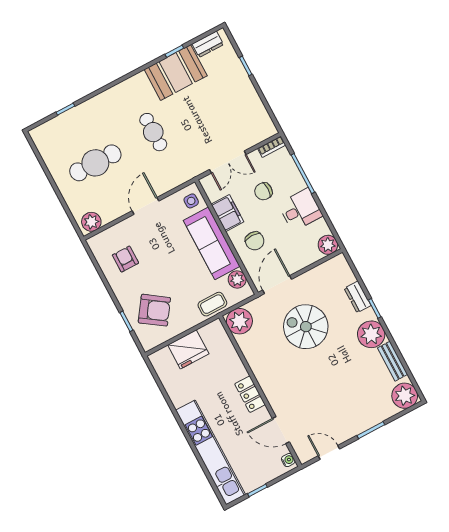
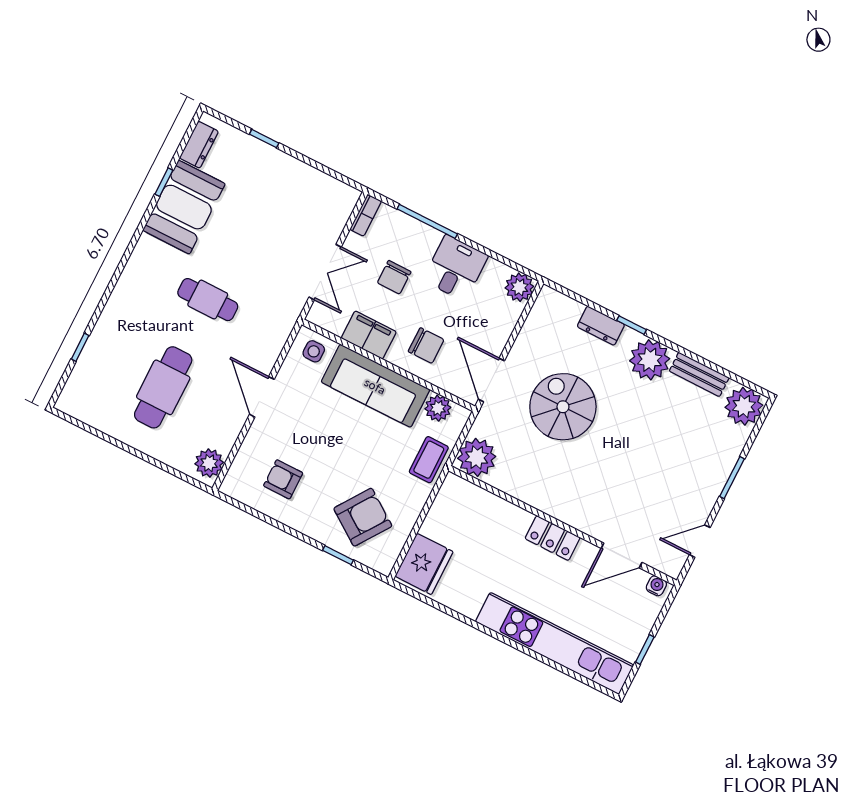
spiral stairs: (306, 327) -> (563, 407), turned 90
fridge: (188, 349) -> (424, 564), moved

